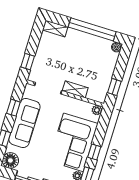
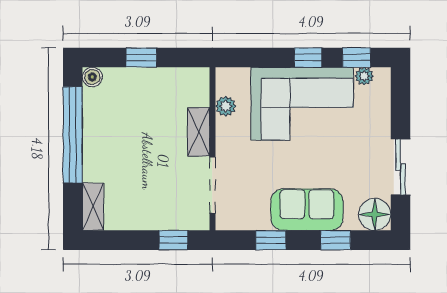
window: (114, 87) -> (141, 57), moved
plant: (97, 110) -> (226, 106), moved
sofa: (24, 123) -> (307, 210), width x0.73

